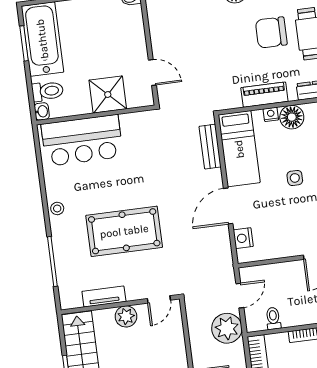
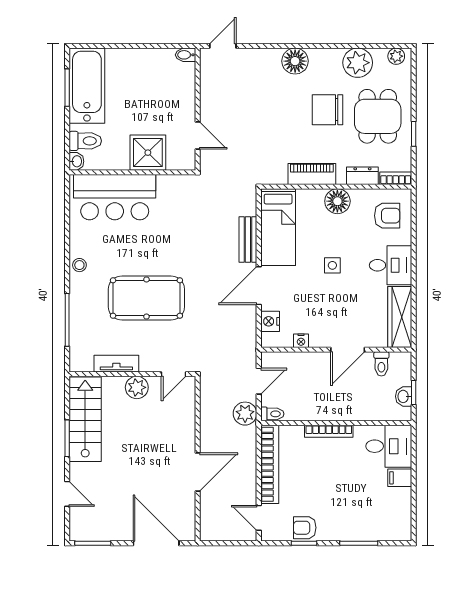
nightstand: (271, 114) -> (301, 341), moved, turned 180
bench: (210, 147) -> (248, 239), moved
toilet: (273, 318) -> (272, 414), moved, turned 90
plant: (227, 328) -> (245, 414), width x0.73, depth x0.73

